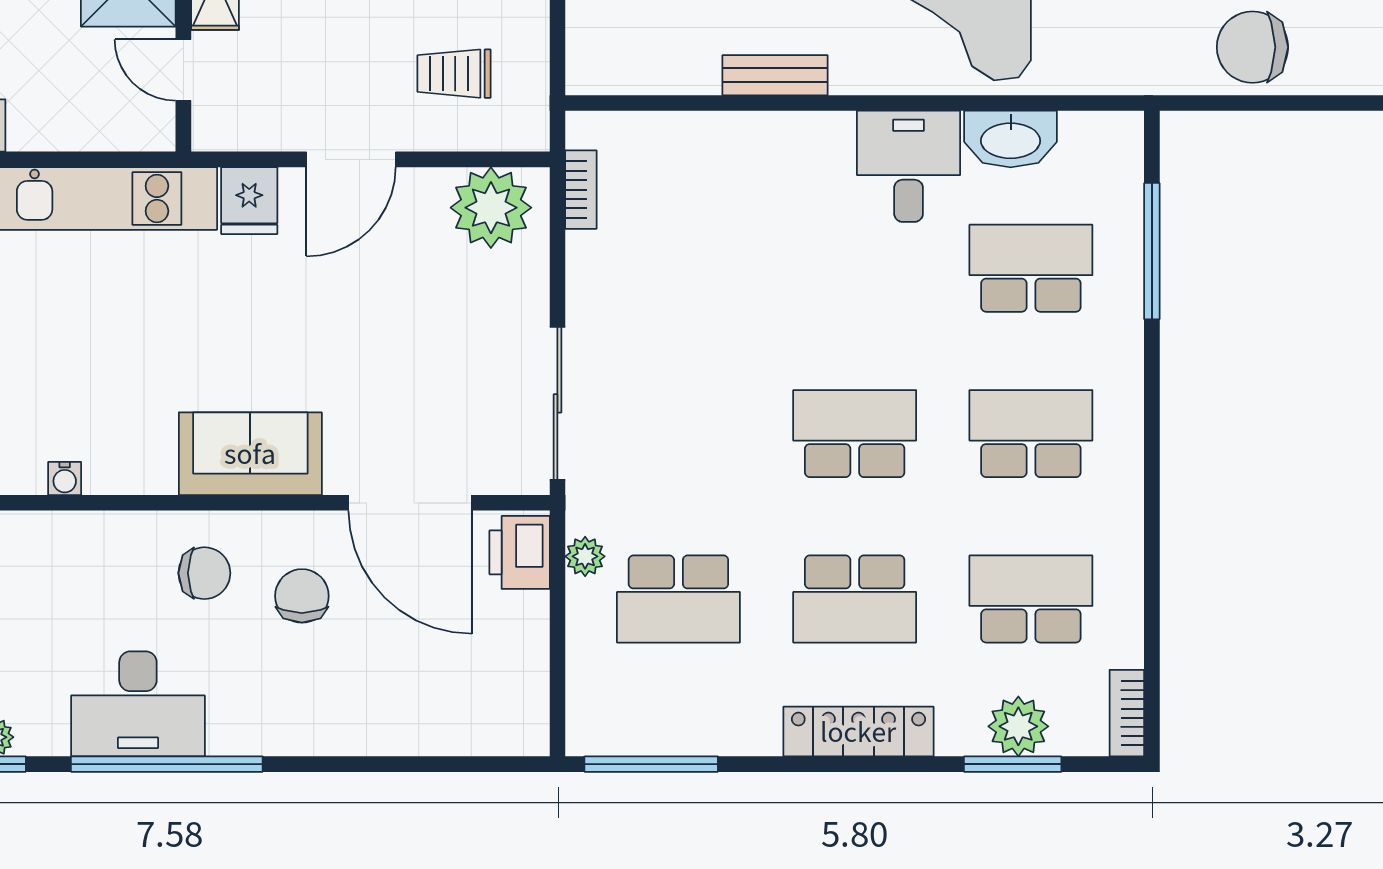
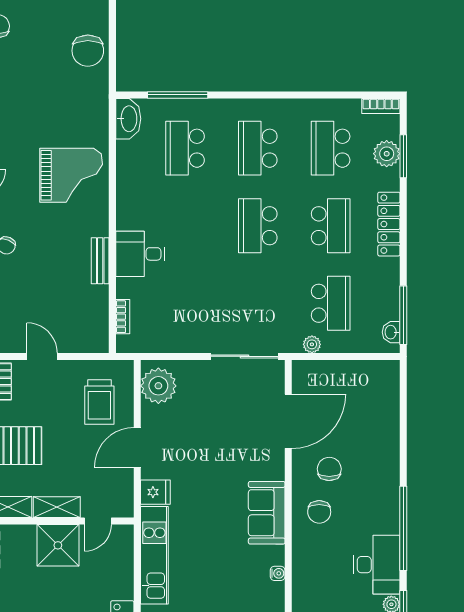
trolley: (454, 74) -> (99, 402), width x1.36, depth x1.39
washbasin: (1011, 139) -> (128, 119), moved
door: (351, 159) -> (137, 447), swing flipped
desk: (909, 166) -> (140, 254), moved
bookcase: (581, 190) -> (123, 317), moved, turned 90
sofa: (250, 454) -> (267, 513), moved
printer: (520, 552) -> (310, 373), removed
chair: (204, 573) -> (319, 512), turned 180
chair: (302, 596) -> (329, 469), turned 90
desk: (138, 704) -> (377, 565), moved
washbasin: (613, 737) -> (391, 332), added

